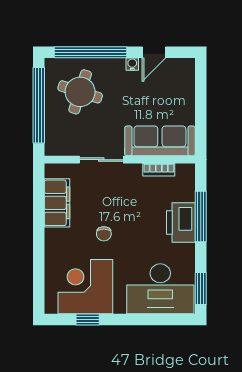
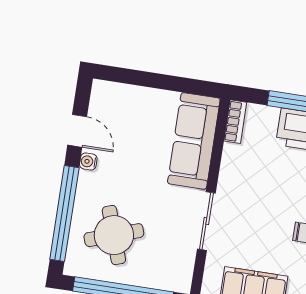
round table: (80, 92) -> (114, 235), turned -37
bookcase: (159, 170) -> (235, 122), moved

